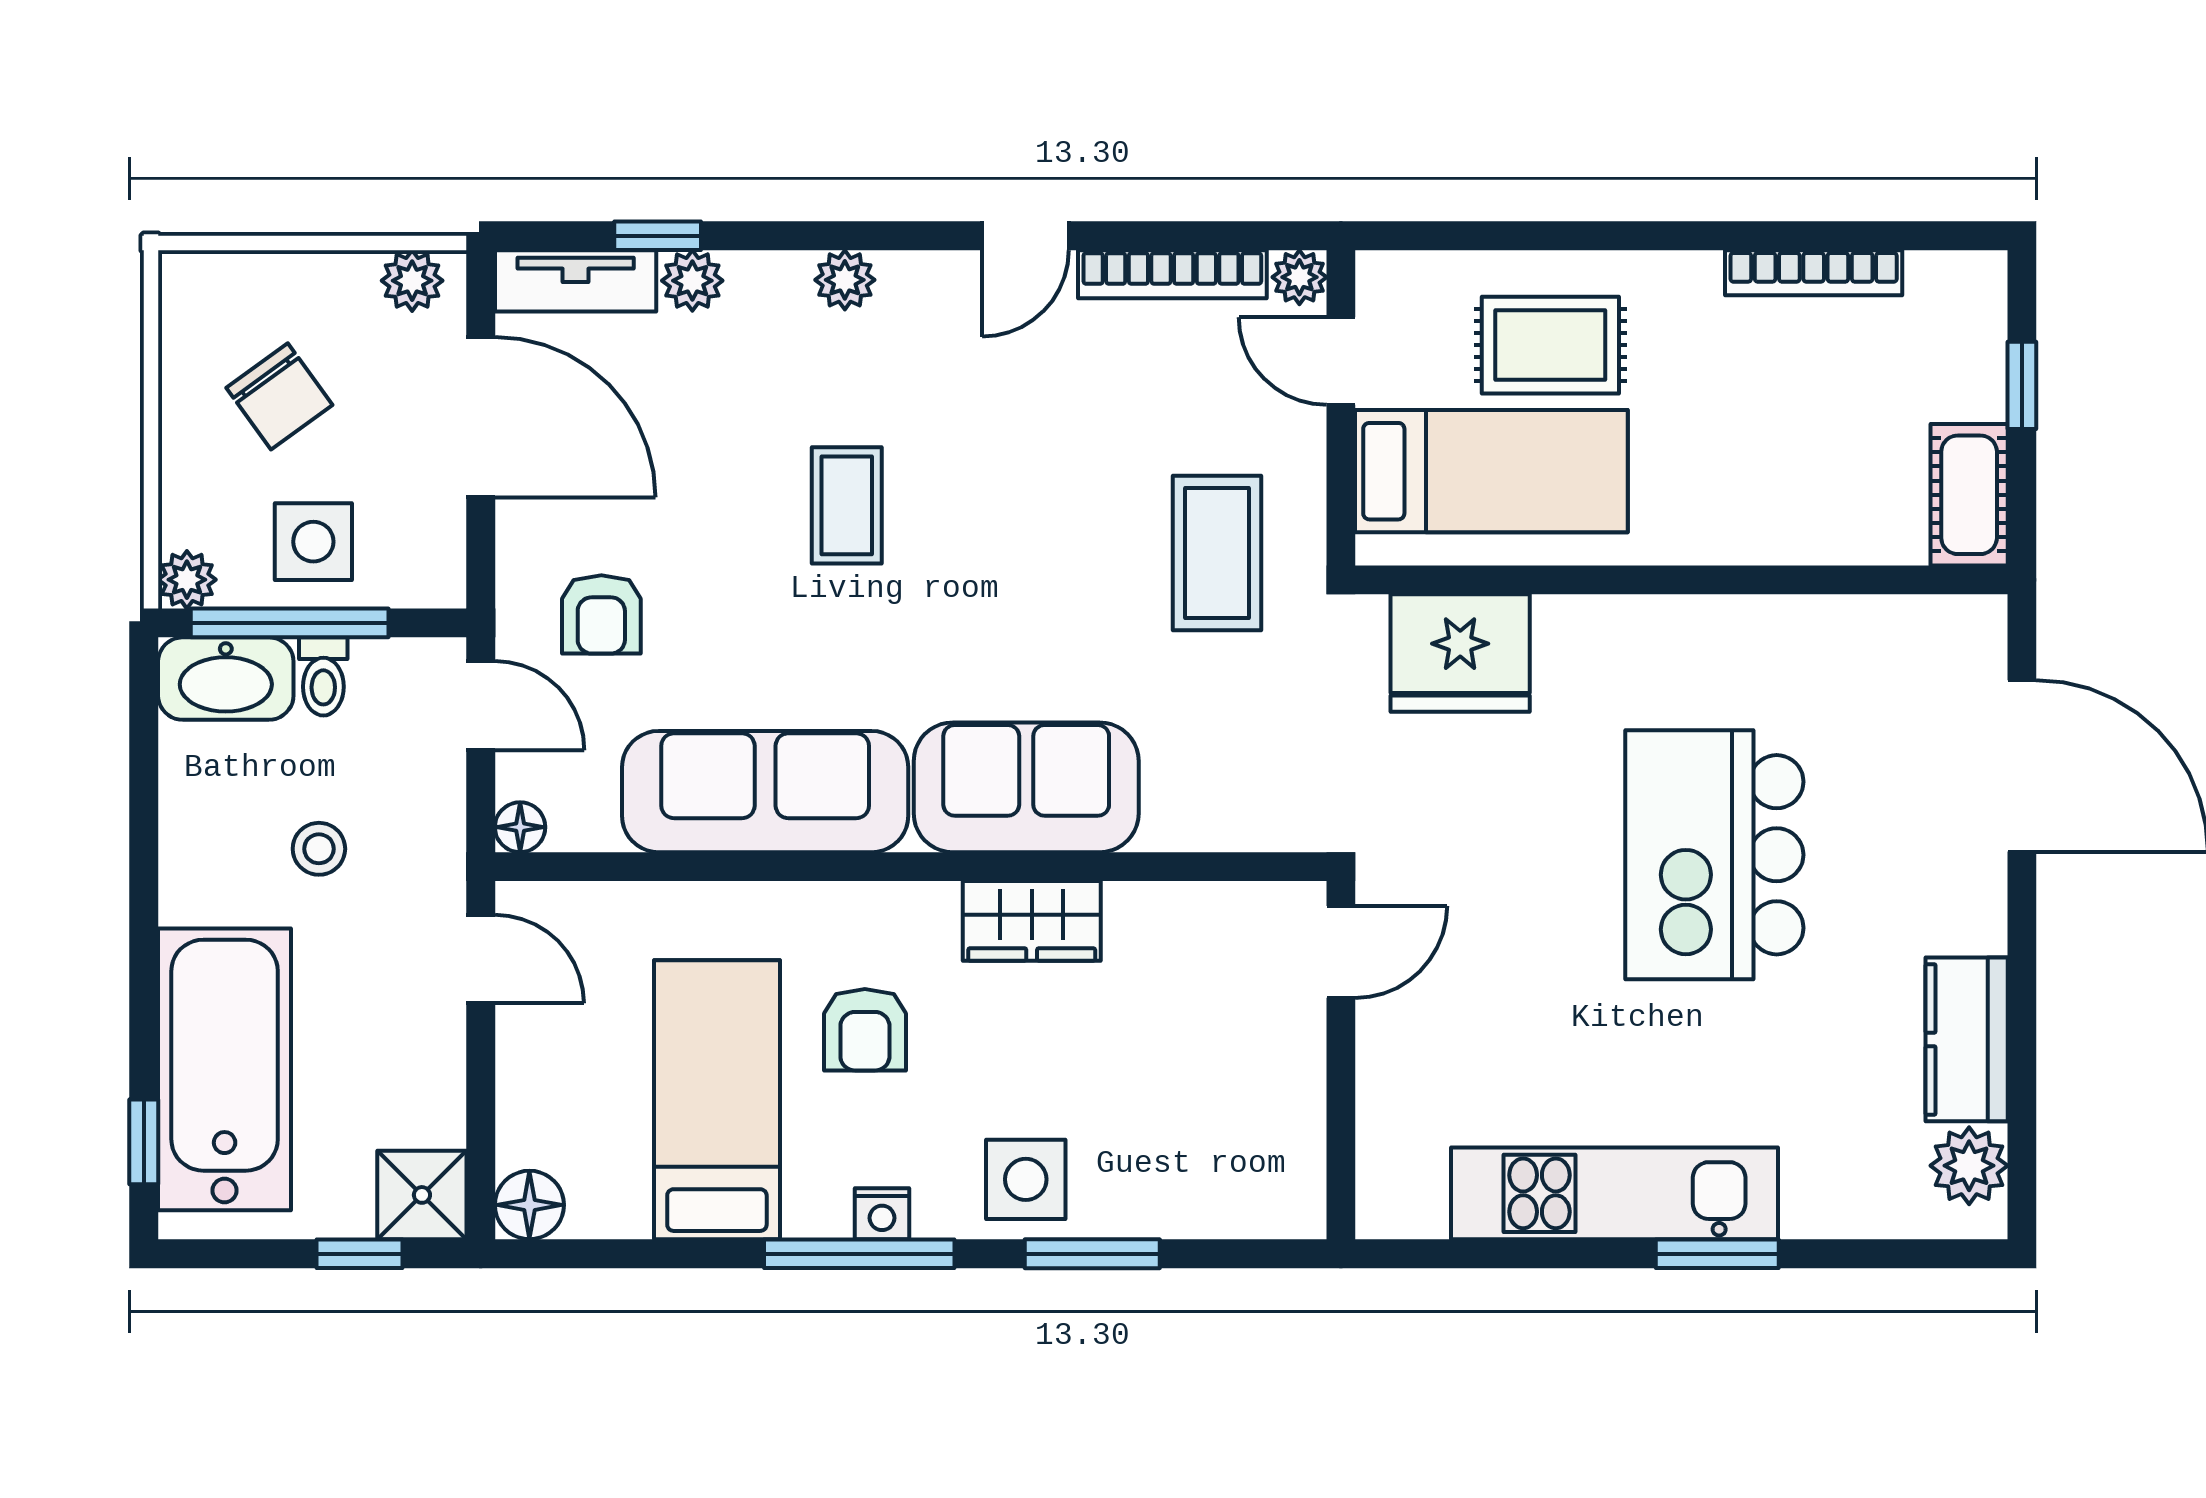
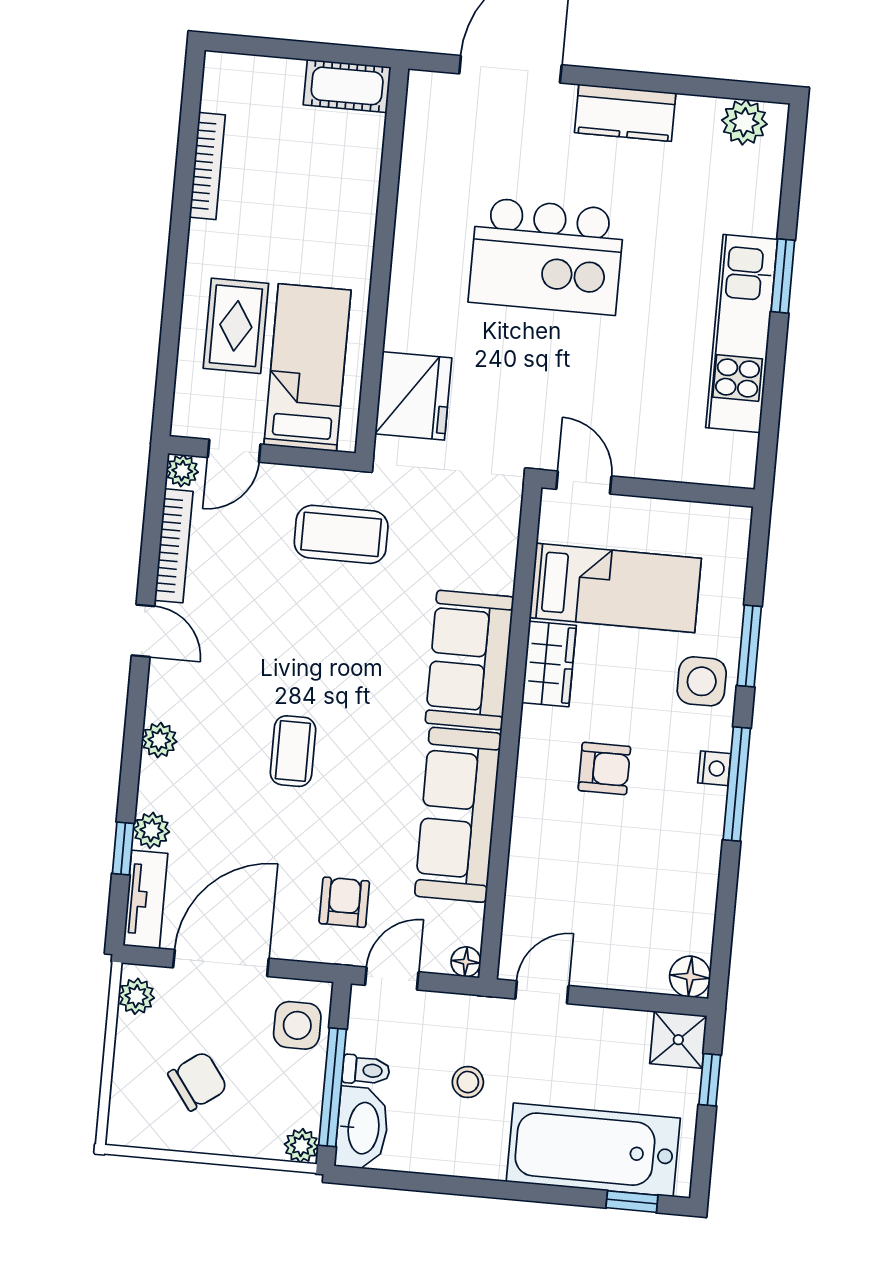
window: (2022, 385) -> (285, 49), removed
coffee table: (847, 505) -> (293, 751), turned 90
side table: (313, 542) -> (297, 1025), moved
armchair: (601, 614) -> (344, 902), turned -90
kitchen counter: (1967, 1039) -> (625, 113), moved
bed: (717, 1100) -> (615, 588), moved, turned 180

